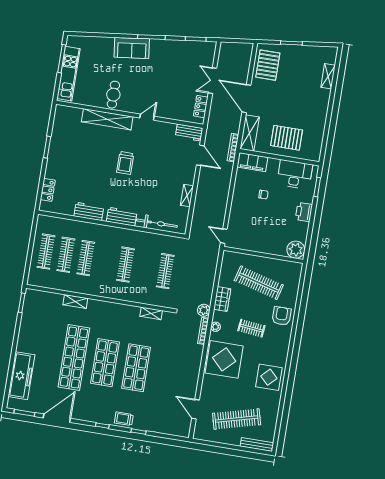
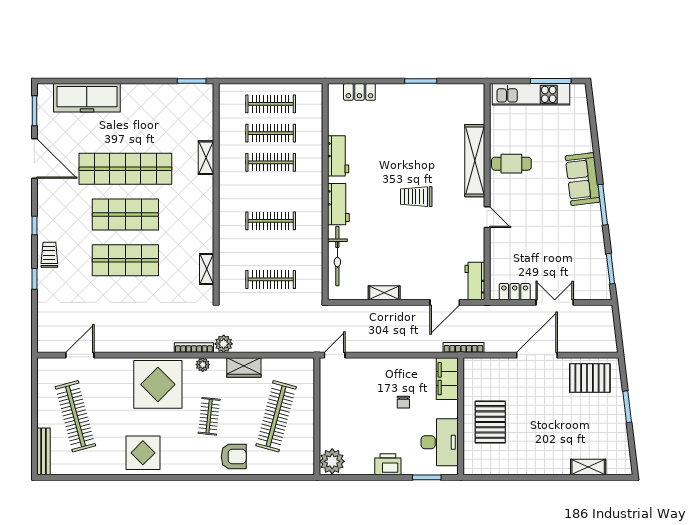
shelving: (250, 133) -> (488, 368), removed

